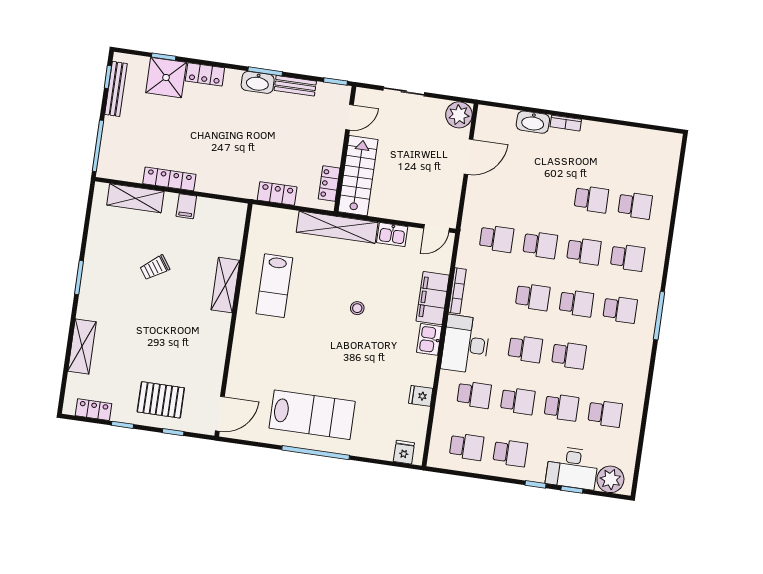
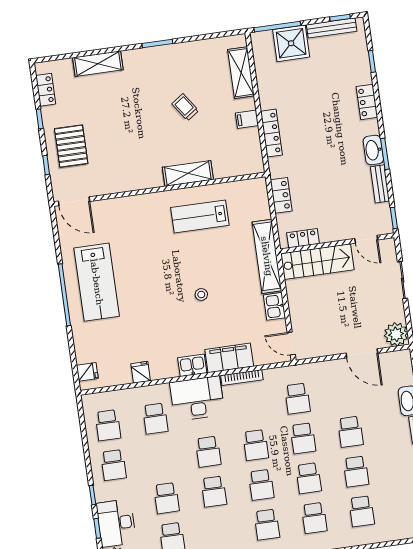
shower: (166, 78) -> (291, 43), moved
locker: (169, 179) -> (271, 133), moved
school desk: (518, 401) -> (350, 432), moved

